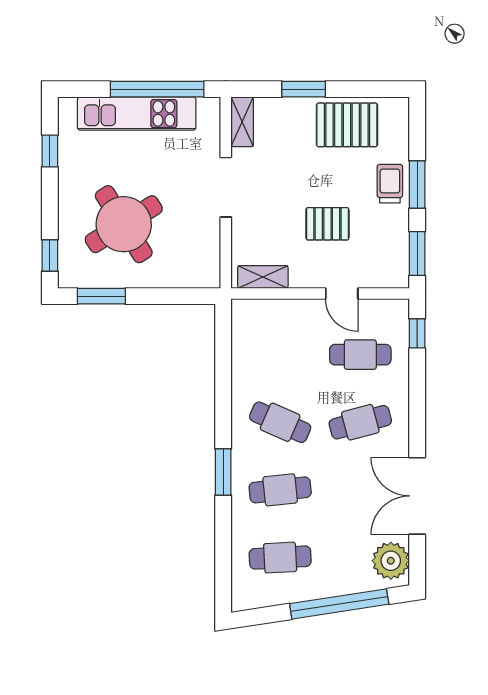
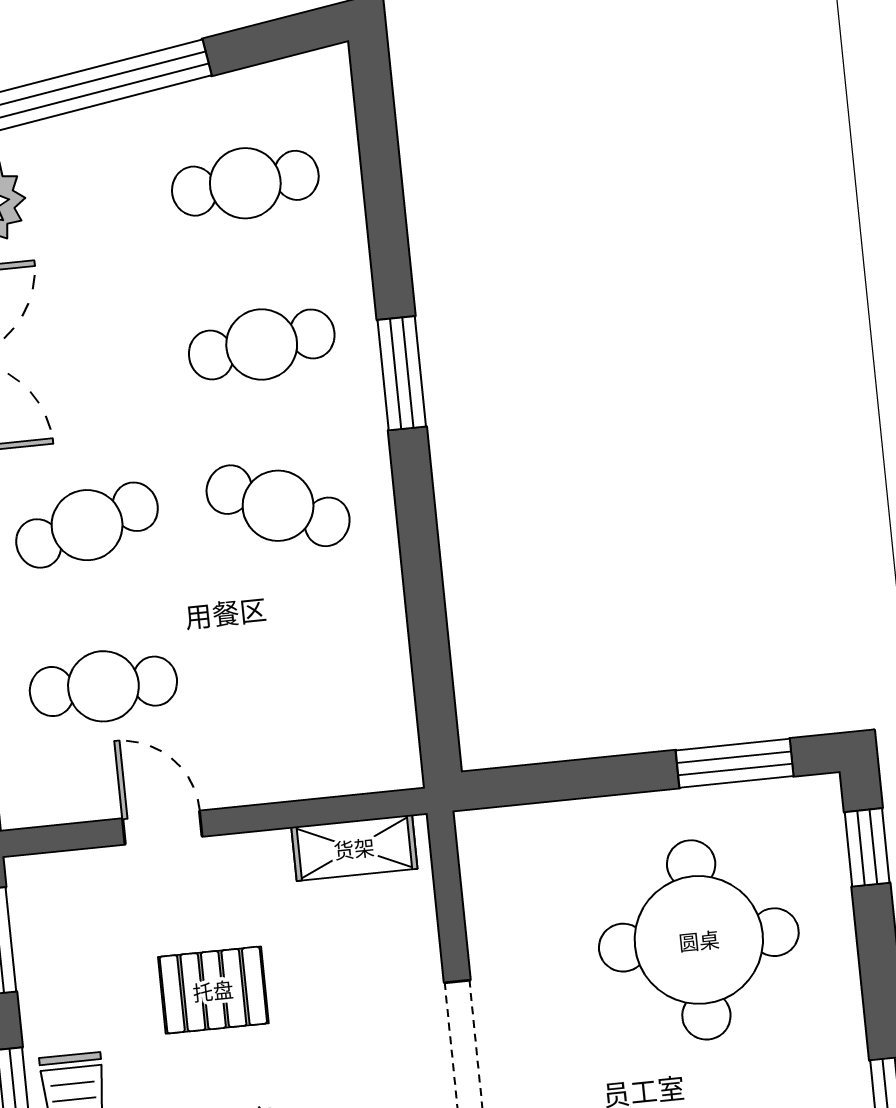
round table: (124, 224) -> (699, 940), turned 32

